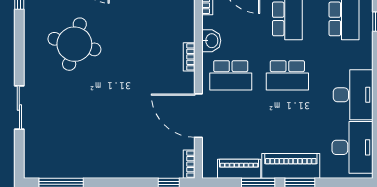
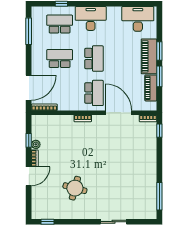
washbasin: (211, 41) -> (73, 105), removed
round table: (74, 44) -> (75, 188), width x0.73, depth x0.73
desk: (353, 95) -> (91, 18), moved
door: (198, 116) -> (118, 113), swing flipped

